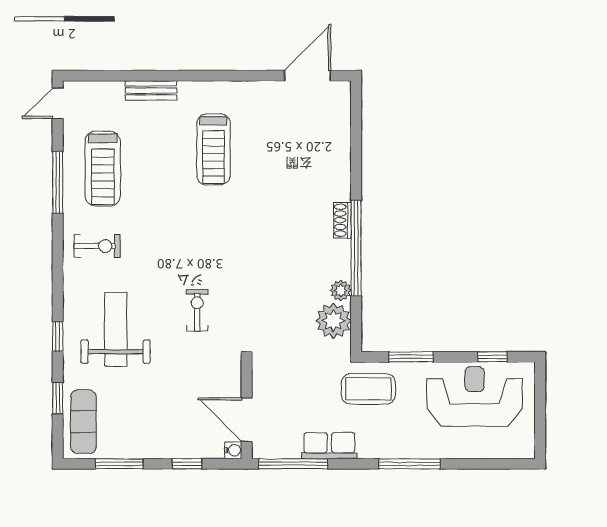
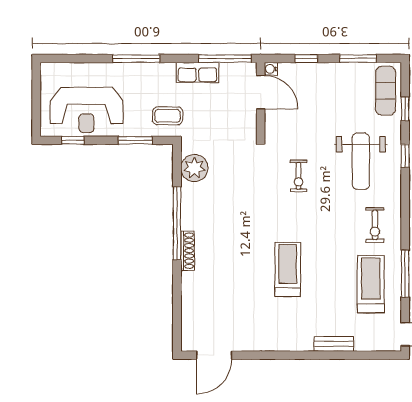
treadmill: (214, 149) -> (288, 269), moved
shoe rack: (342, 220) -> (187, 251), width x1.43
exercise bike: (97, 246) -> (375, 225), turned -90
plant: (341, 290) -> (189, 191), removed
coffee table: (368, 389) -> (168, 116), width x0.73, depth x0.77

